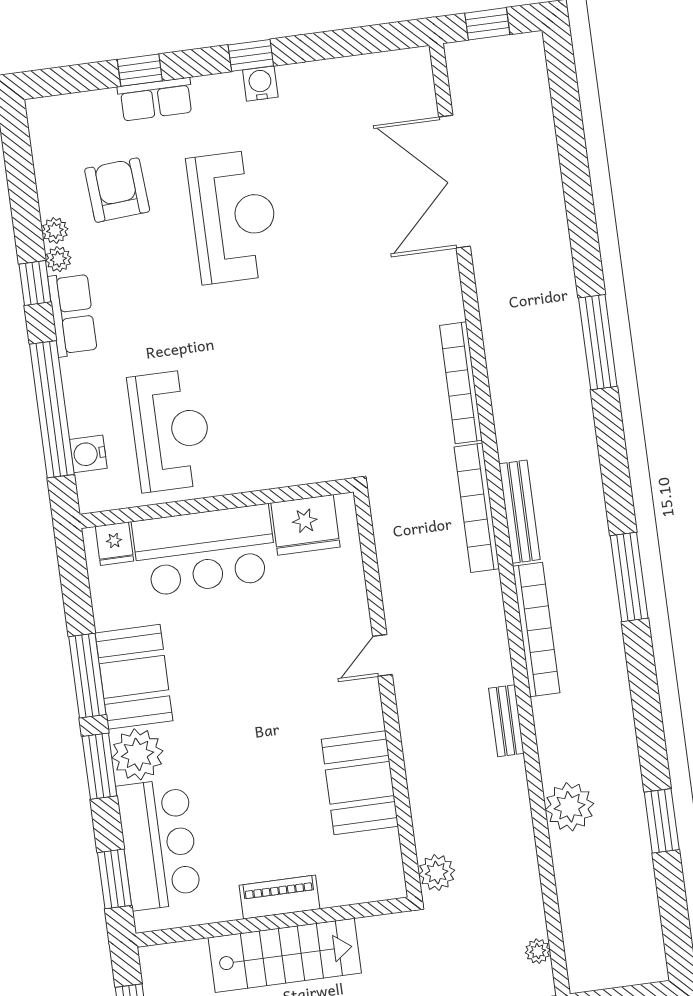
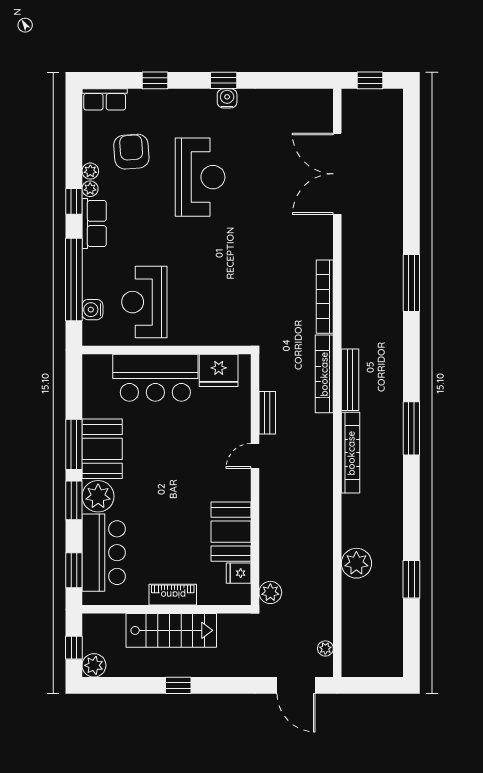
row of seats: (156, 99) -> (105, 99), moved
reception desk: (171, 430) -> (144, 302), turned 180
fridge: (114, 544) -> (239, 573), moved, turned 90
bench: (506, 721) -> (267, 413), moved

